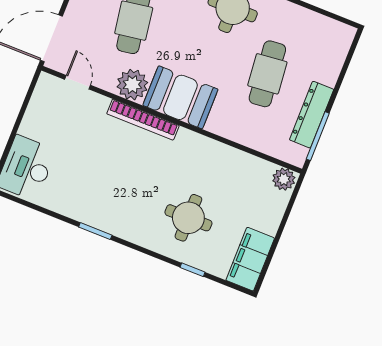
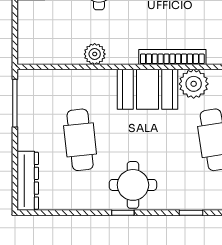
dresser: (312, 115) -> (28, 181), moved
plant: (284, 179) -> (95, 54), moved

